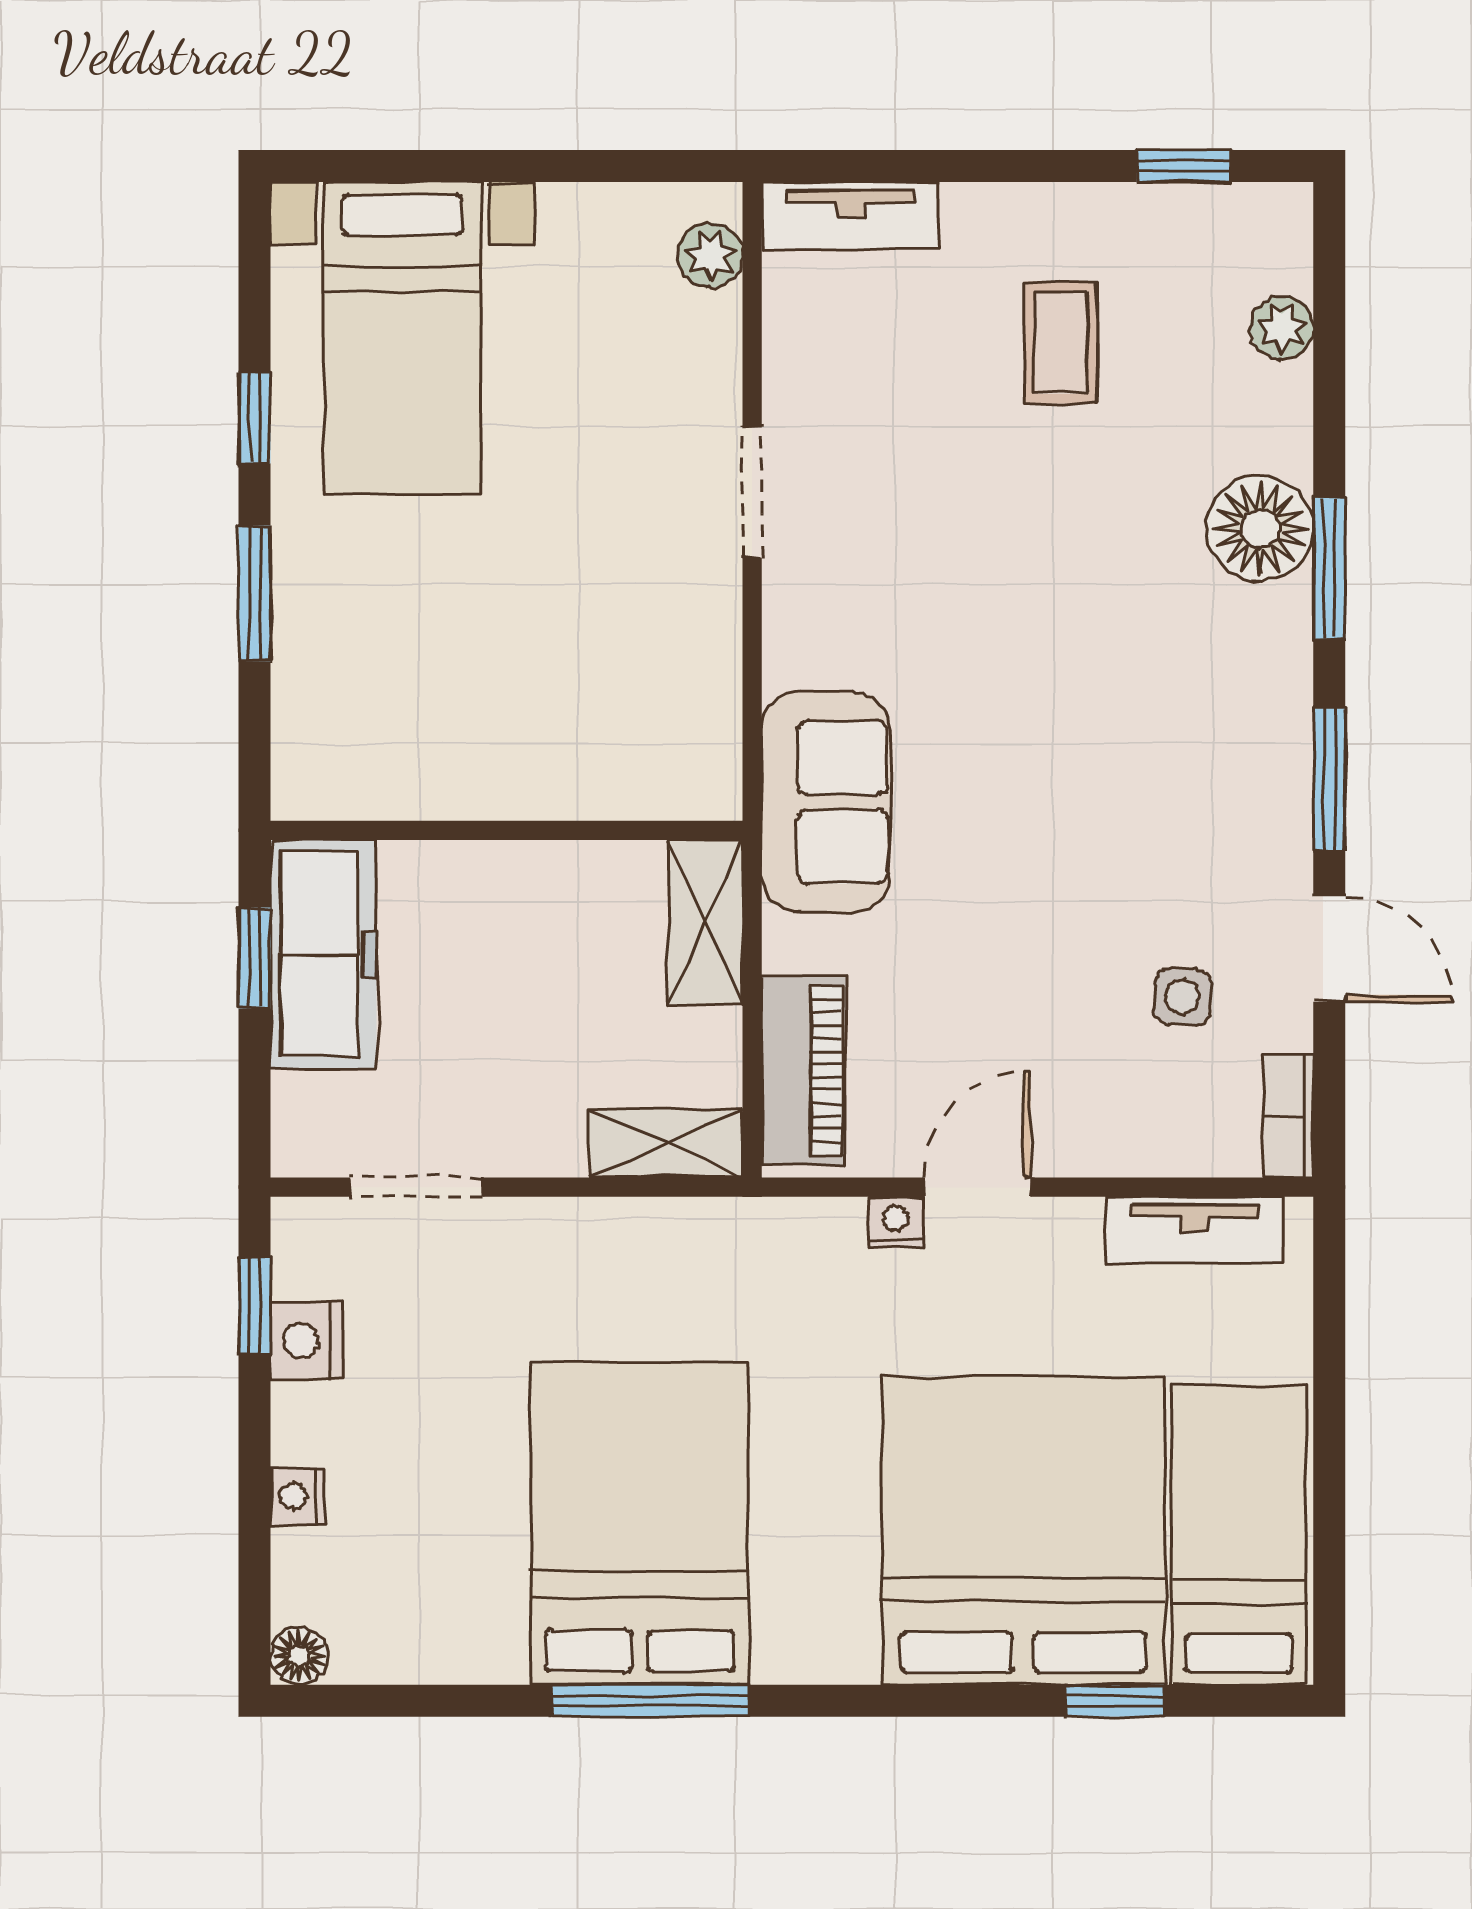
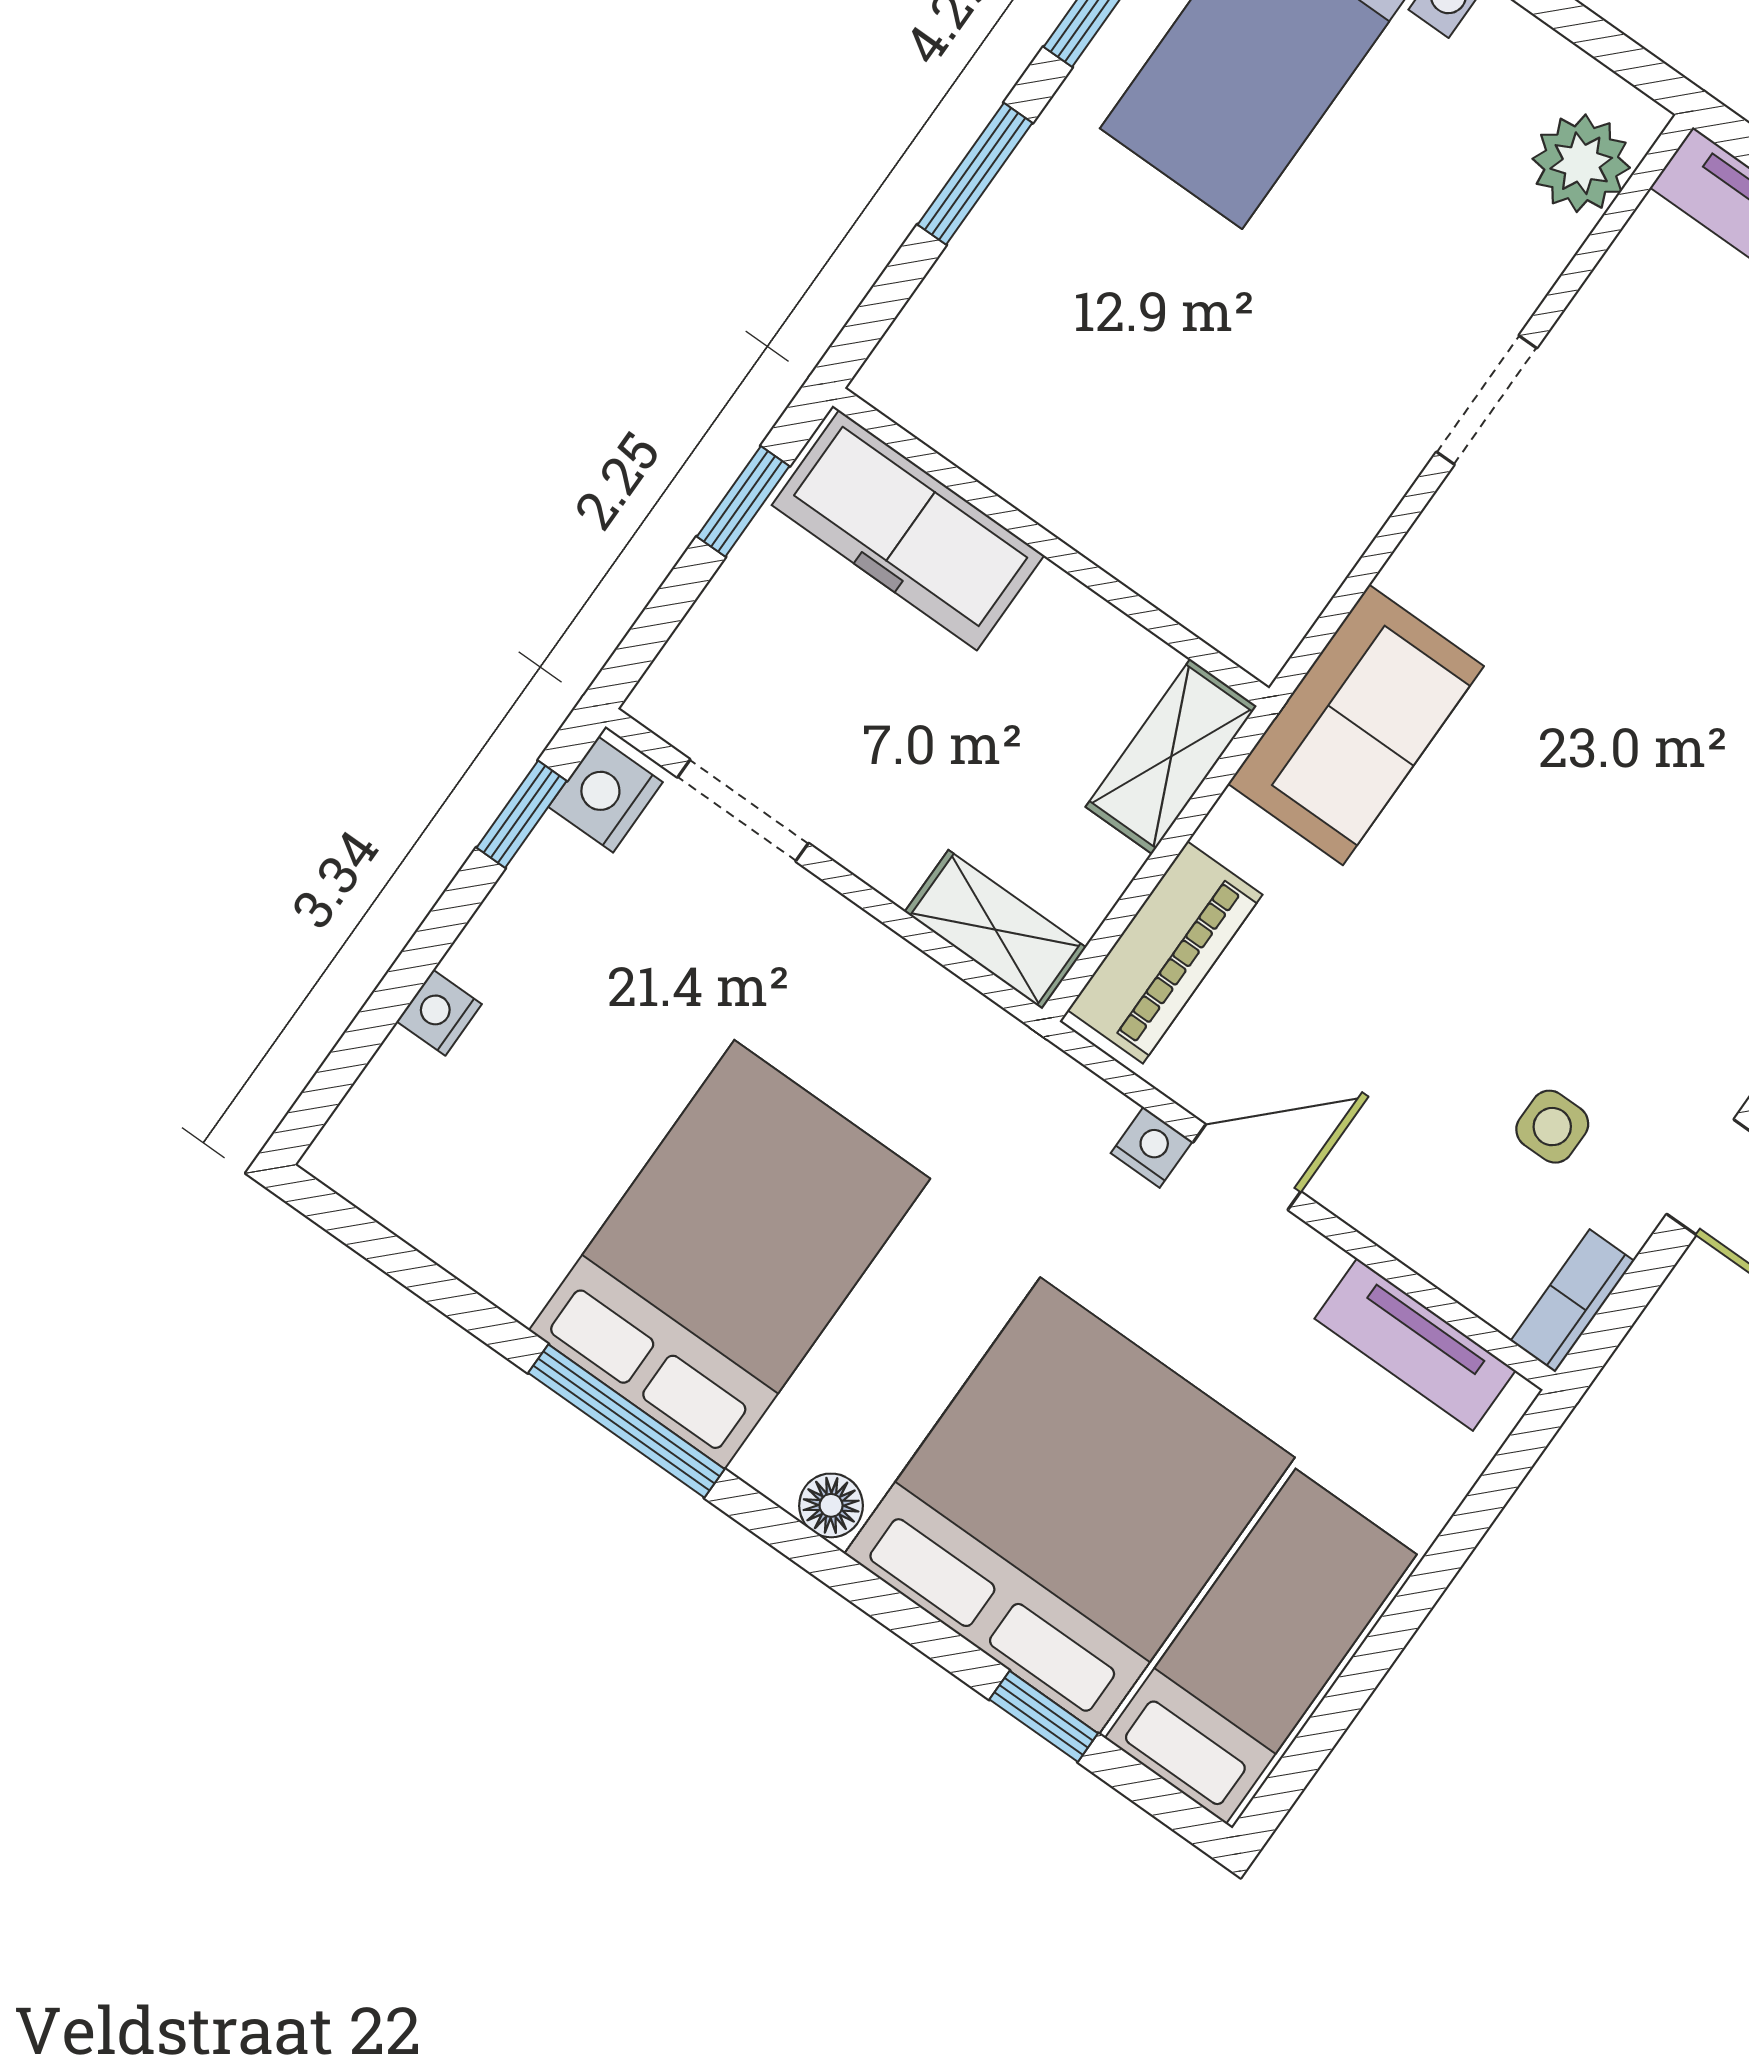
plant: (710, 255) -> (1581, 163), width x1.38, depth x1.38
freezer: (323, 954) -> (908, 530), moved, turned 90
nightstand: (306, 1341) -> (606, 795), moved
floor lamp: (299, 1656) -> (831, 1505), moved

